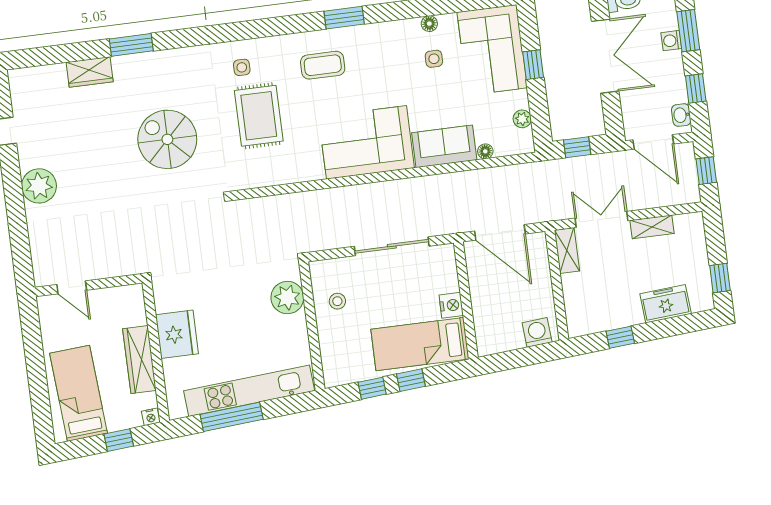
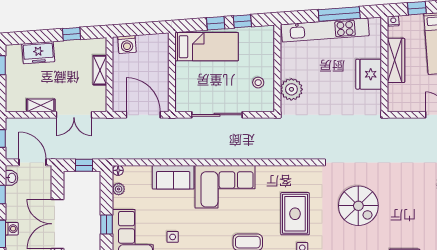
floor lamp: (485, 151) -> (118, 170), moved
shelving: (567, 250) -> (100, 70), moved
nightstand: (451, 305) -> (182, 70), removed

